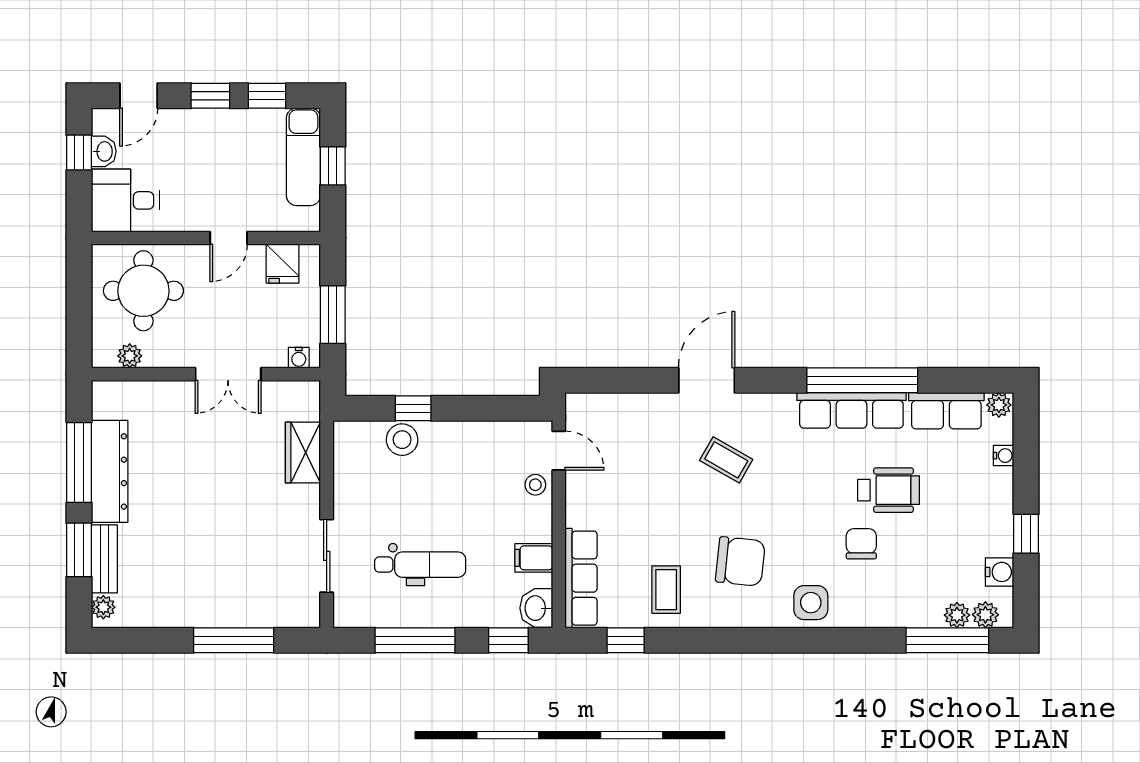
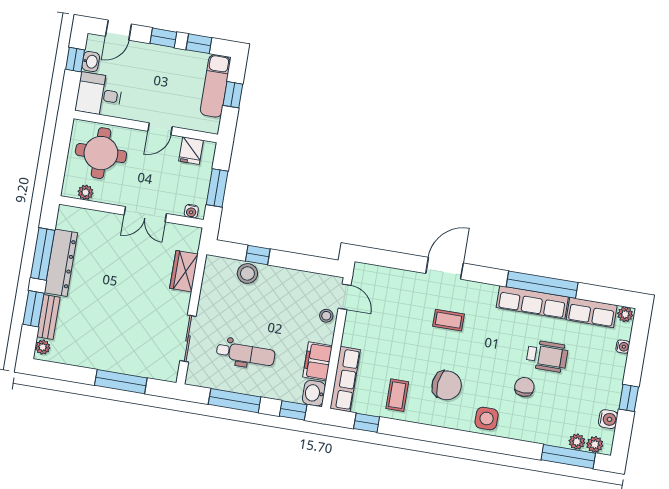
coffee table: (726, 460) -> (449, 320), turned -30
filing cabinet: (534, 558) -> (318, 361), width x2.00

